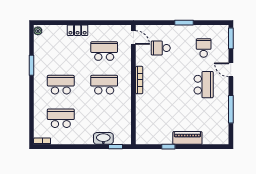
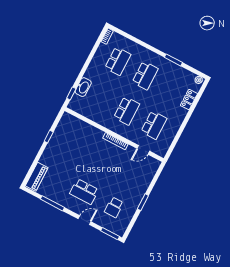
locker: (78, 30) -> (189, 100), moved
door: (133, 37) -> (143, 150), moved
school desk: (161, 48) -> (132, 172), removed
school desk: (204, 48) -> (114, 207), turned 90
piano: (187, 138) -> (37, 177), moved

